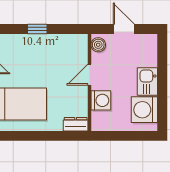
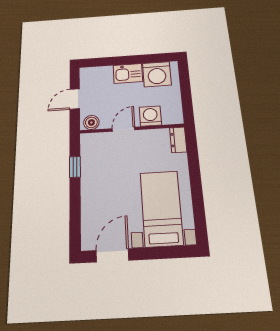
window: (37, 29) -> (75, 167), moved
door: (89, 75) -> (124, 129), swing flipped

